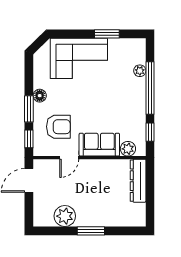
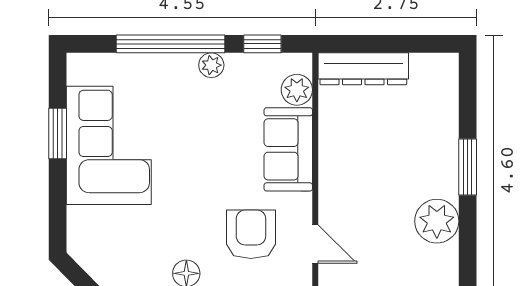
corner sofa: (79, 58) -> (109, 145), moved
plant: (140, 71) -> (211, 65), moved
door: (69, 158) -> (315, 244), moved

